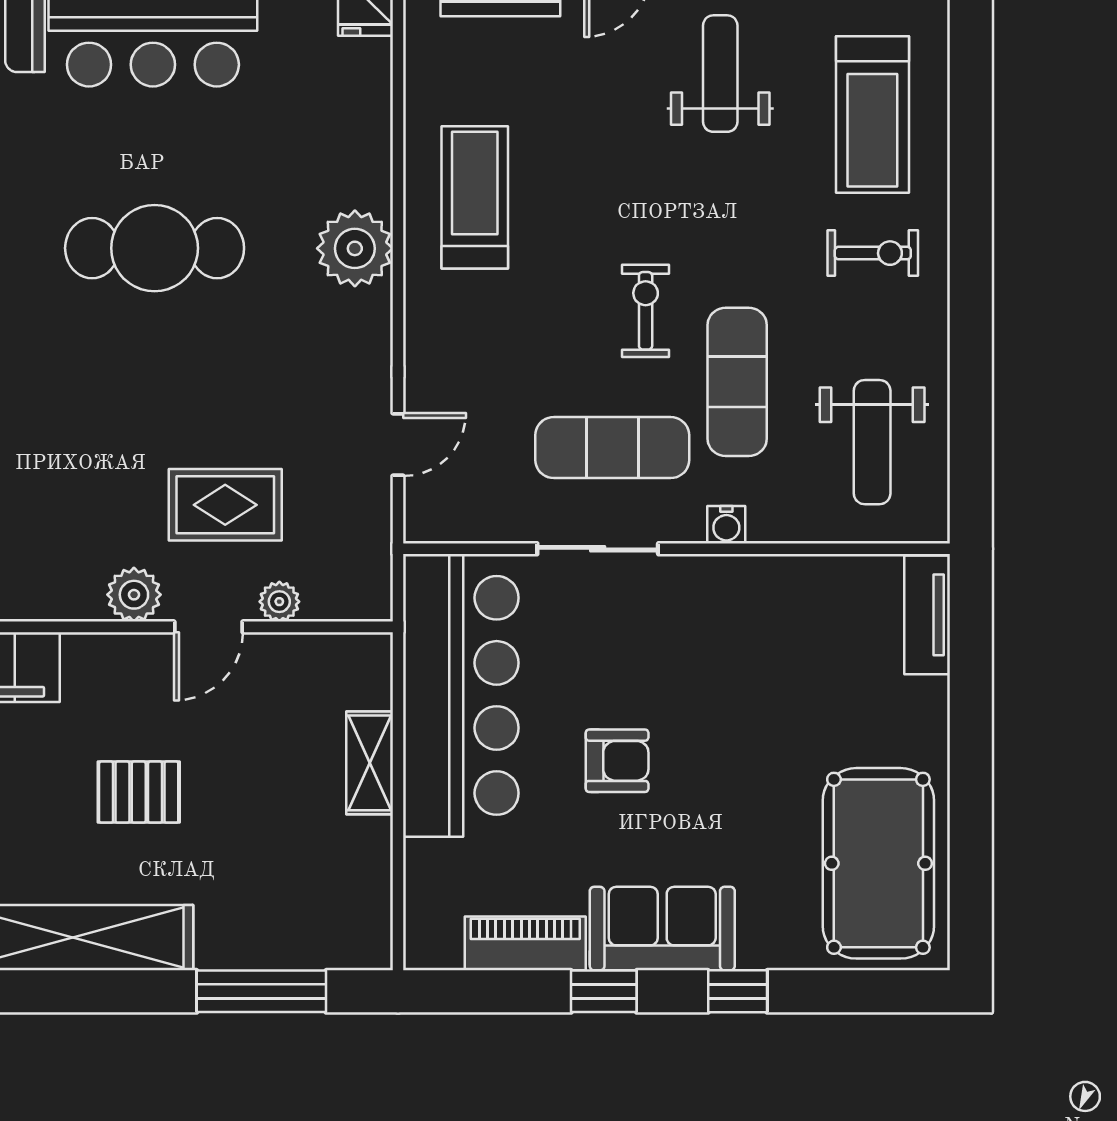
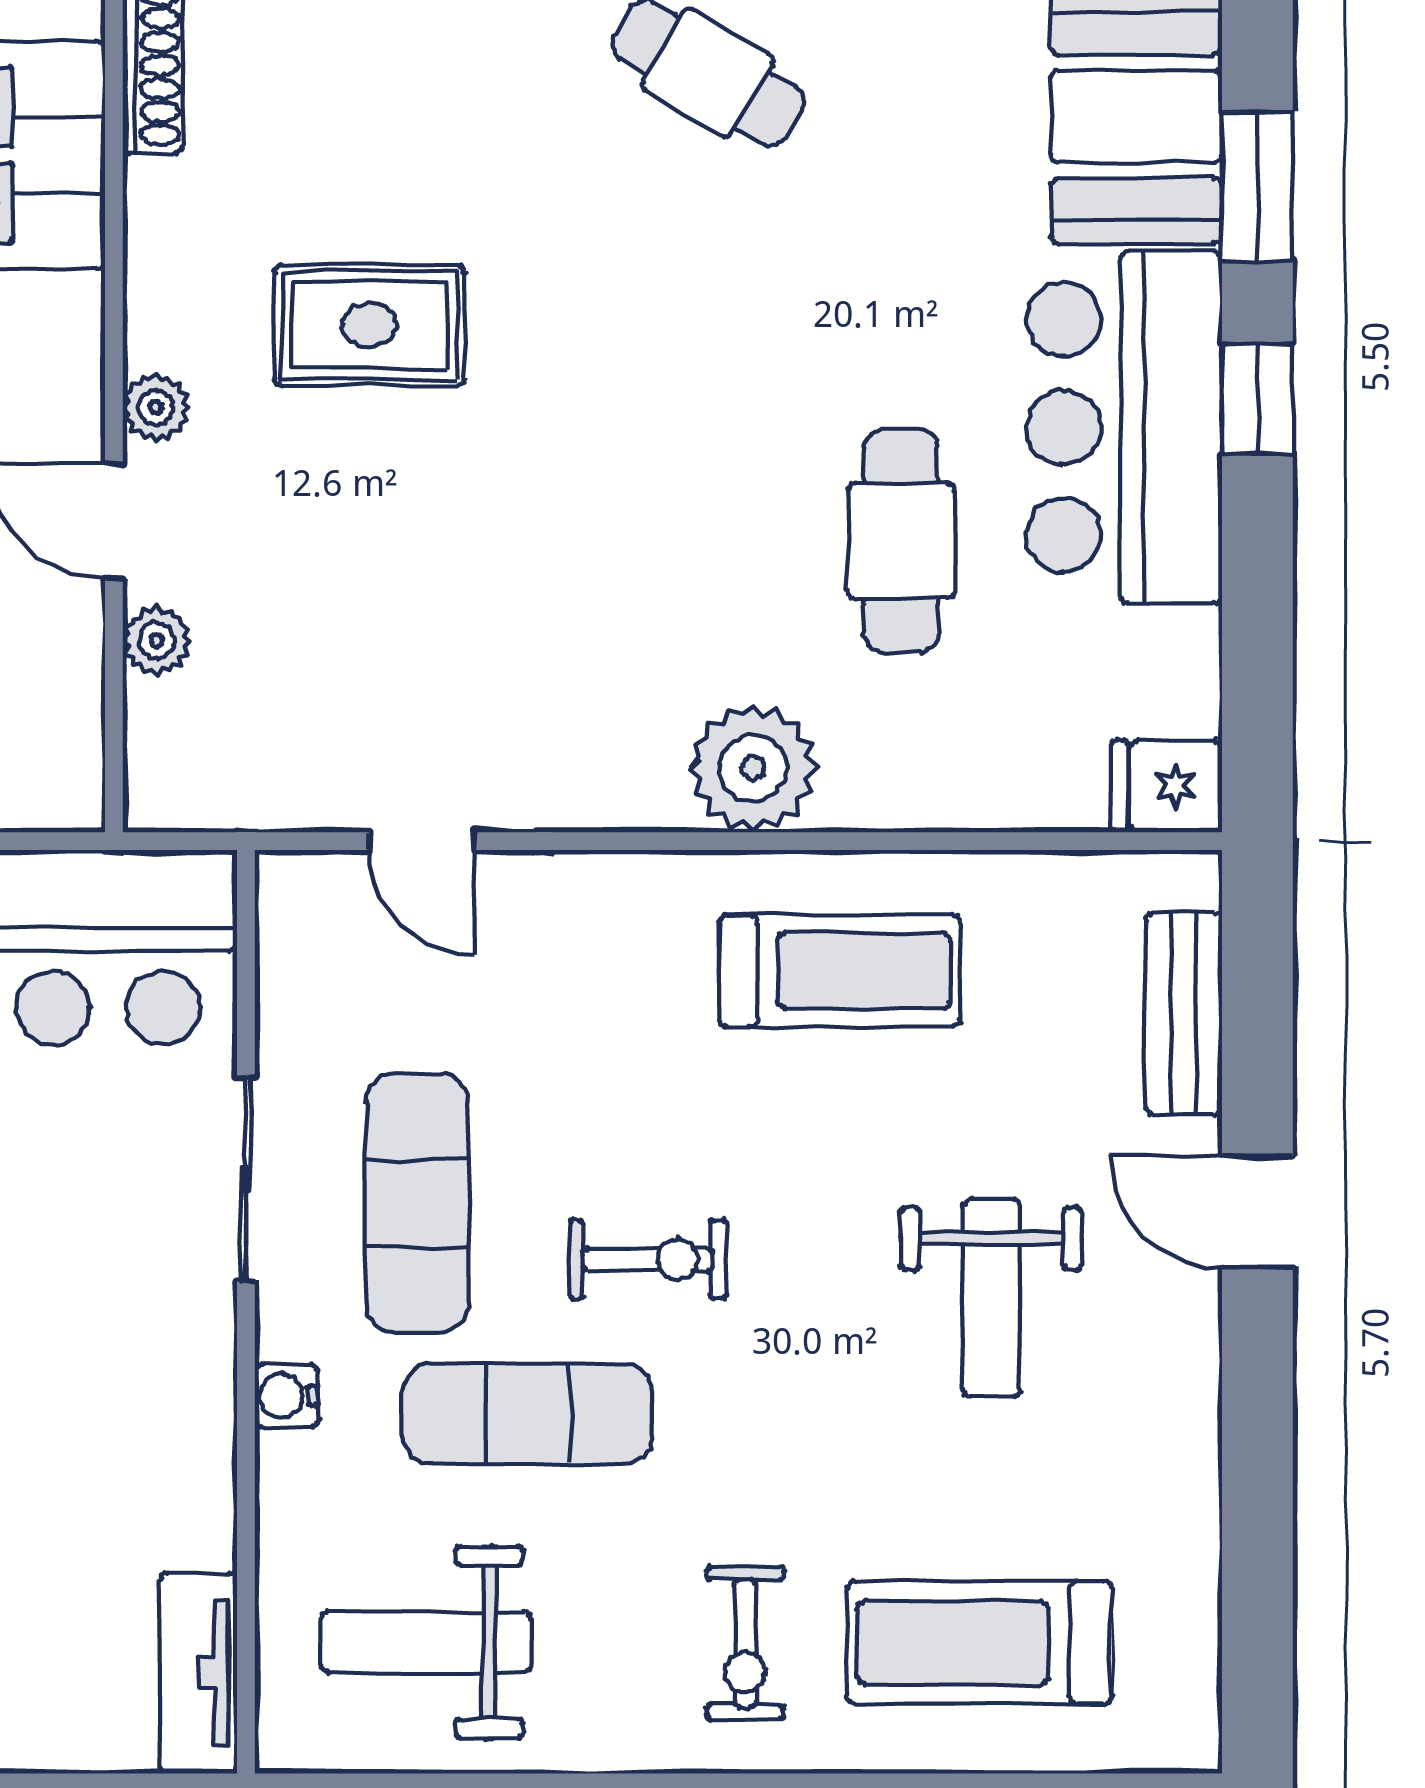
weight bench: (720, 74) -> (991, 1298), moved, turned 90
cafe table: (155, 248) -> (901, 541), moved, width x0.73, depth x0.74
rug: (225, 505) -> (369, 325), moved, turned 90
plant: (134, 595) -> (156, 407), width x0.73, depth x0.73
tv unit: (927, 615) -> (199, 1673), moved, turned -90

